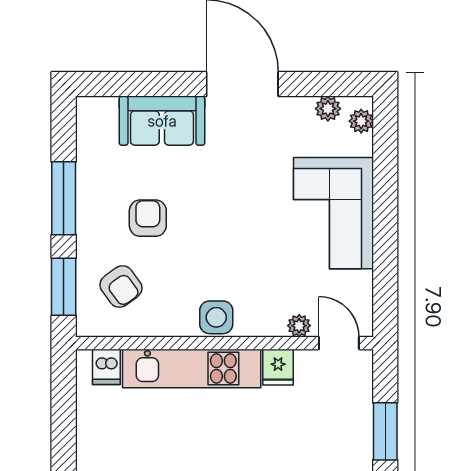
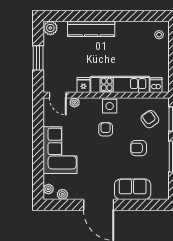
armchair: (148, 218) -> (139, 148), turned 90
armchair: (226, 262) -> (106, 129), added

